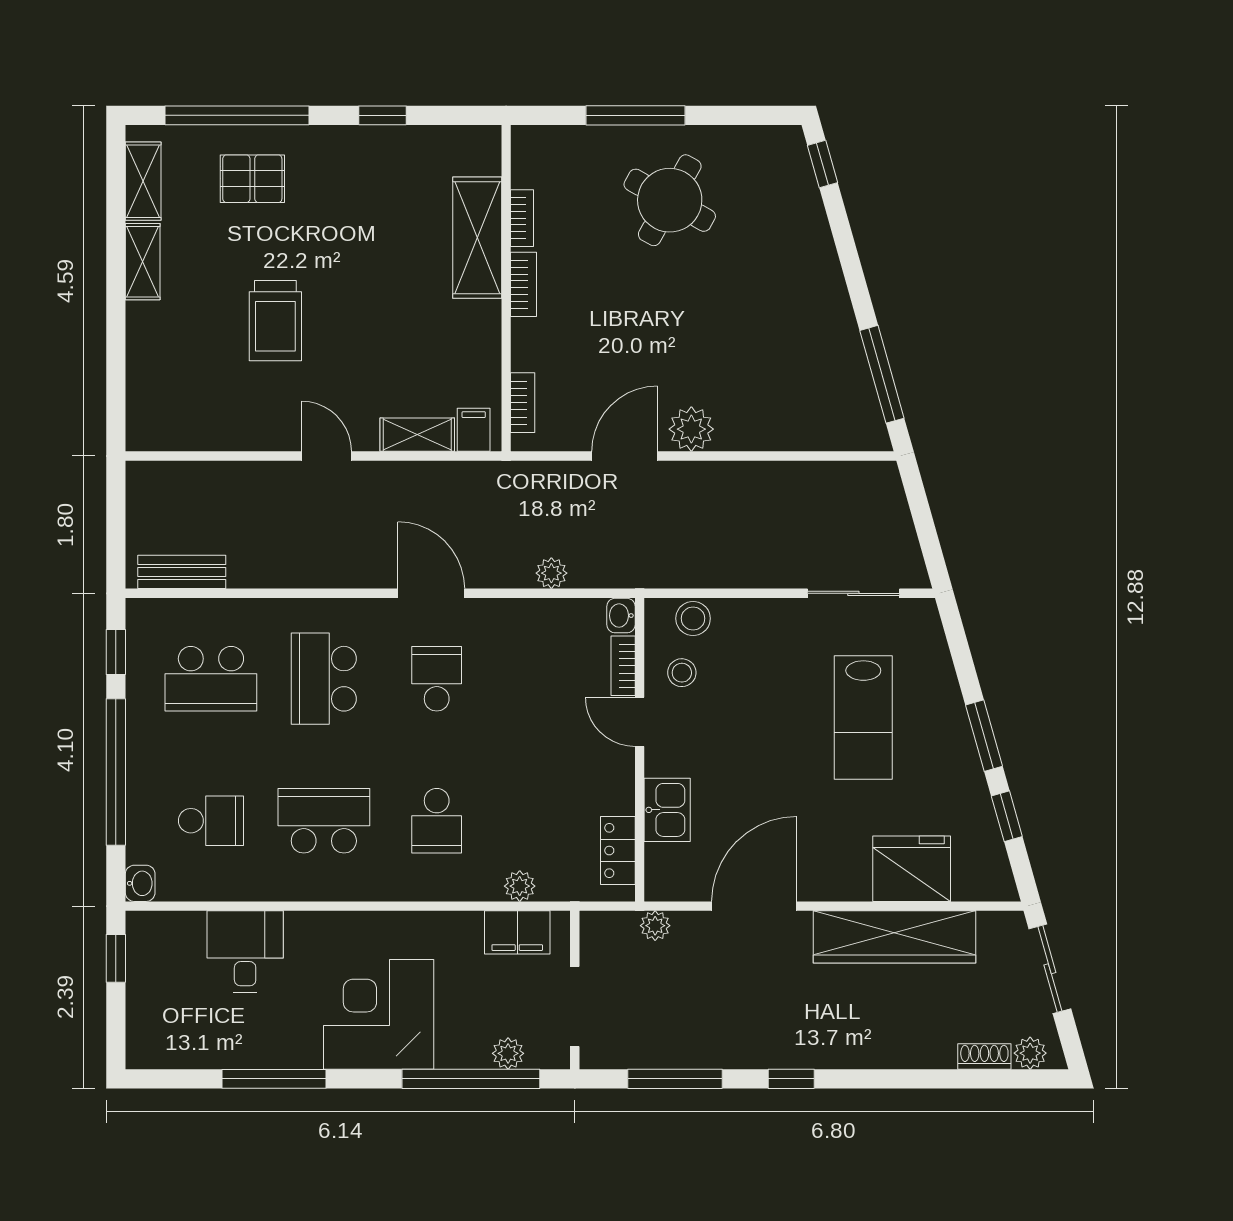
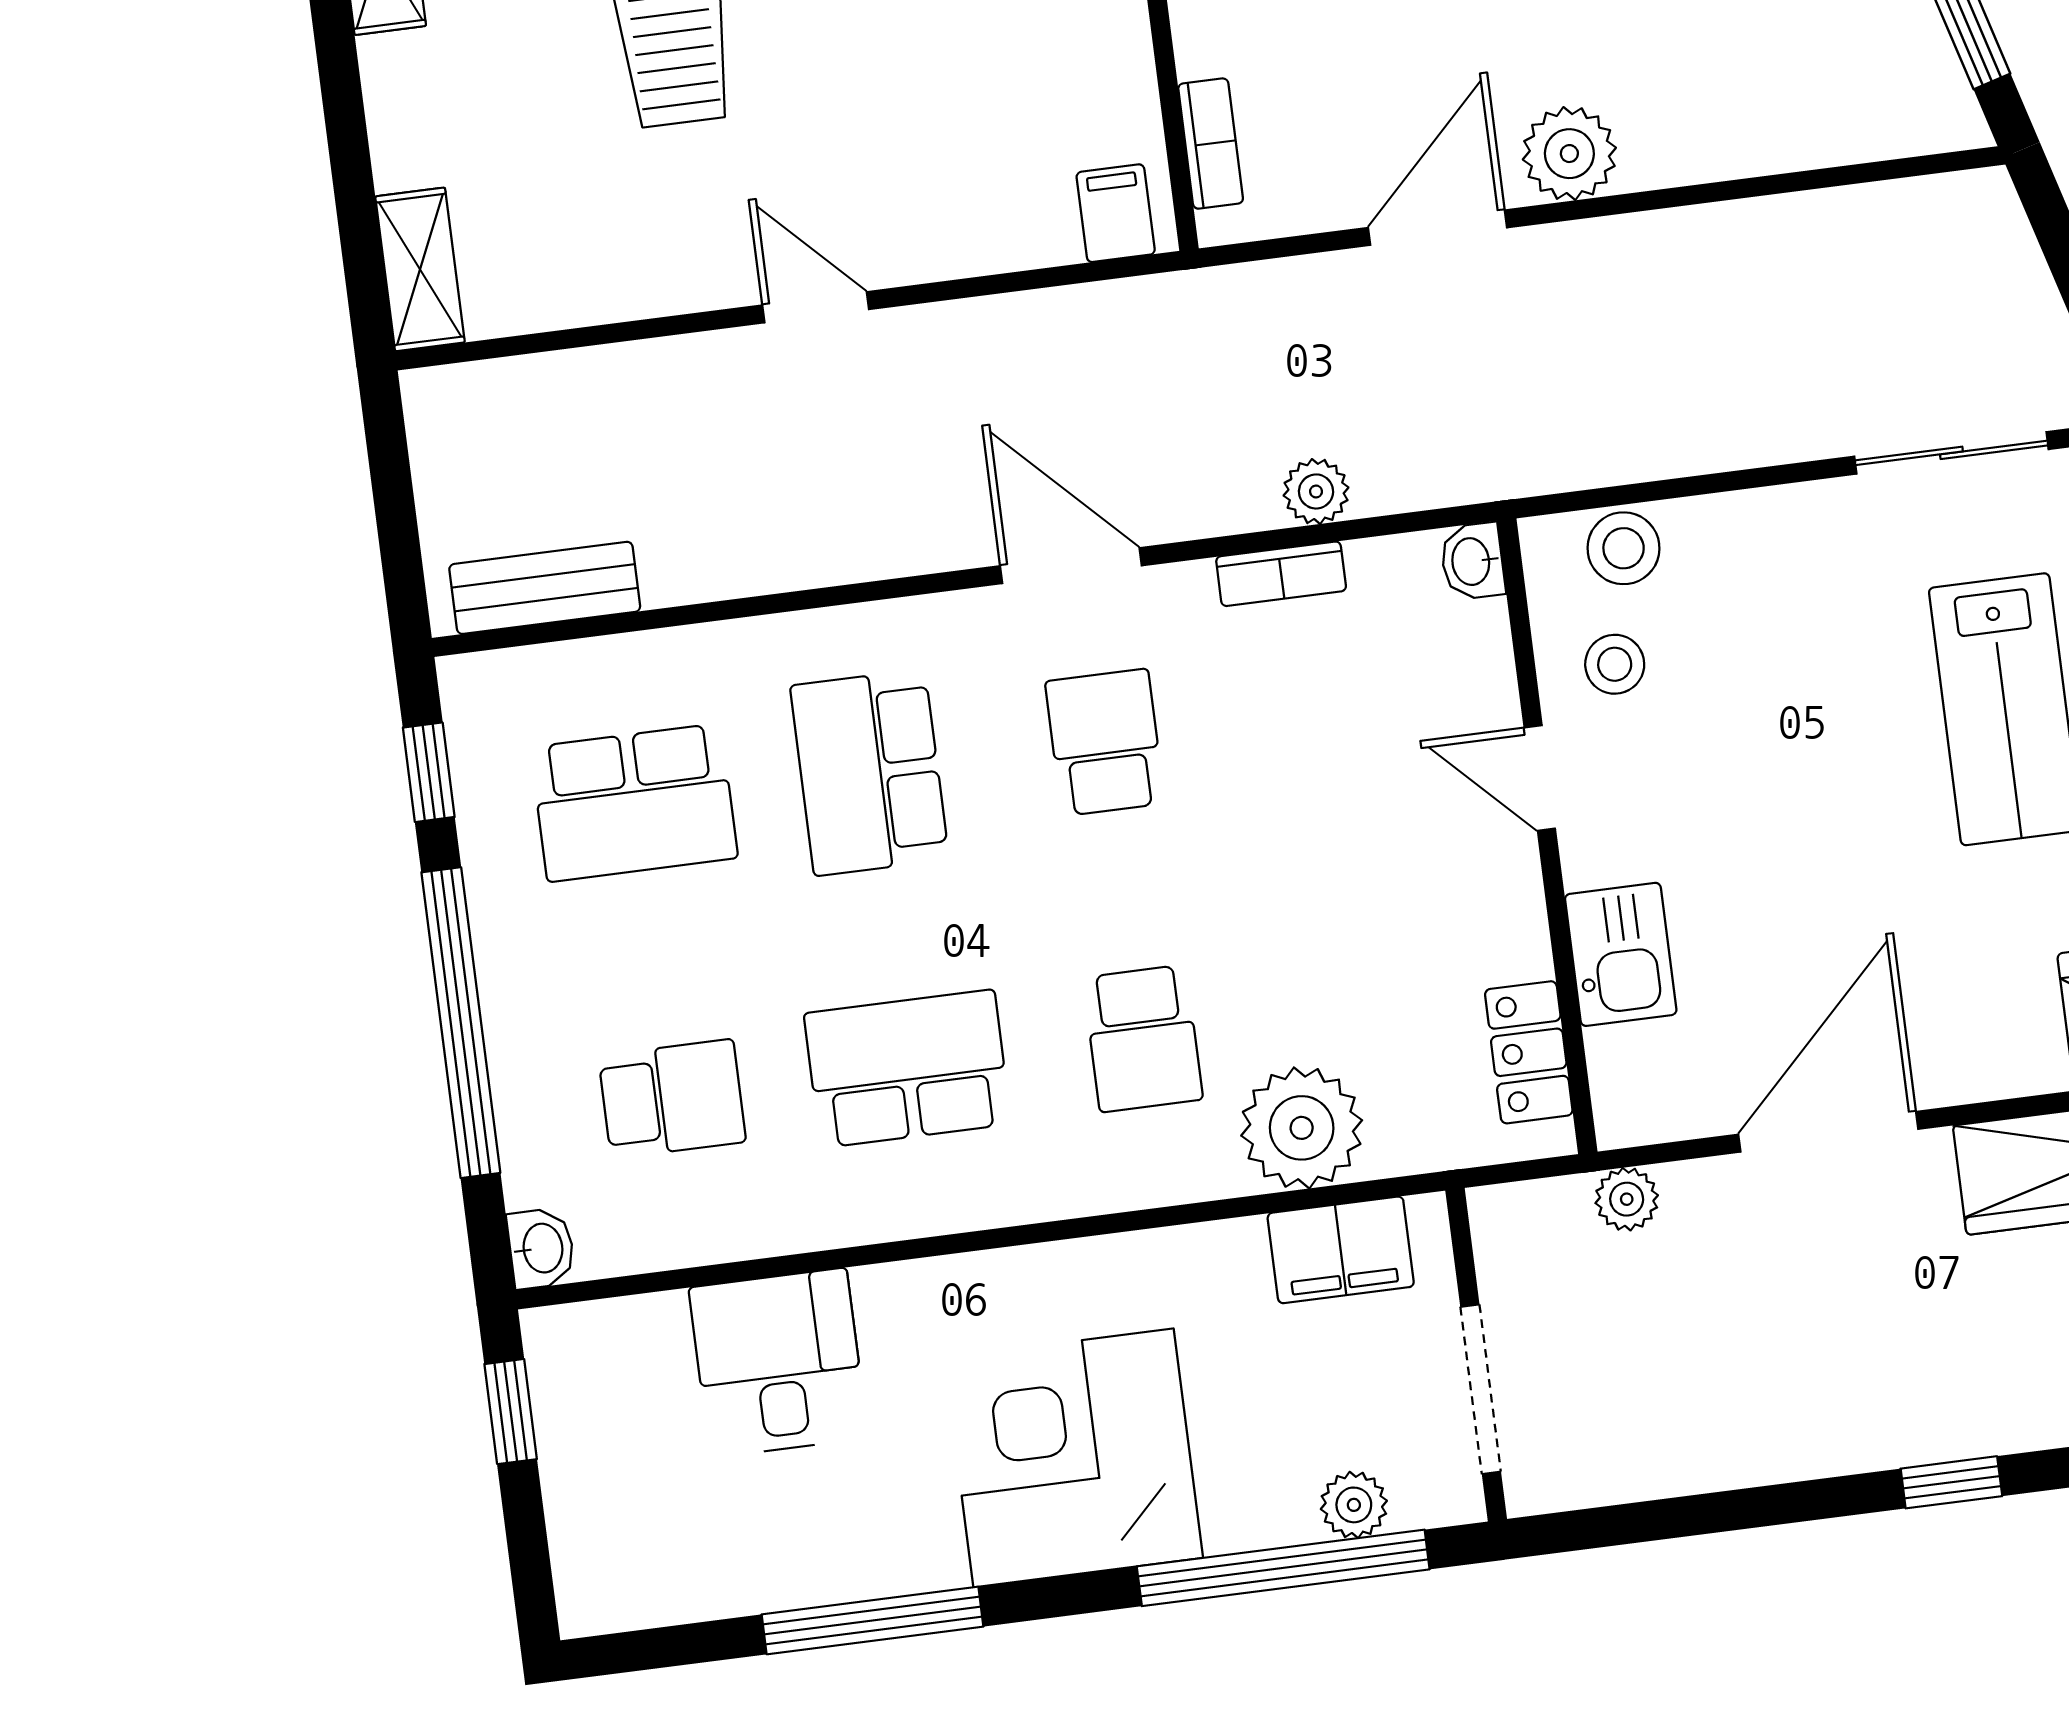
shelving: (417, 435) -> (420, 269), moved, turned 90
bookcase: (623, 666) -> (1281, 574), moved, turned -90
plant: (520, 886) -> (1302, 1128), width x1.88, depth x1.88
window: (675, 1079) -> (1709, 1513), removed

